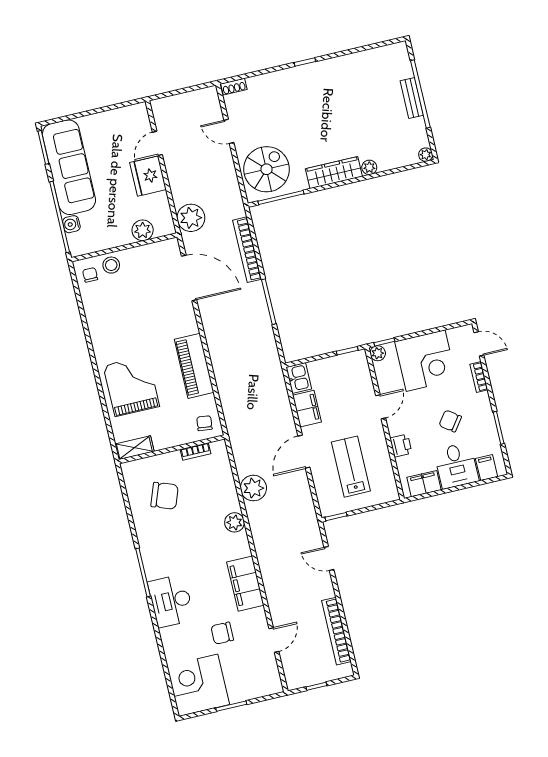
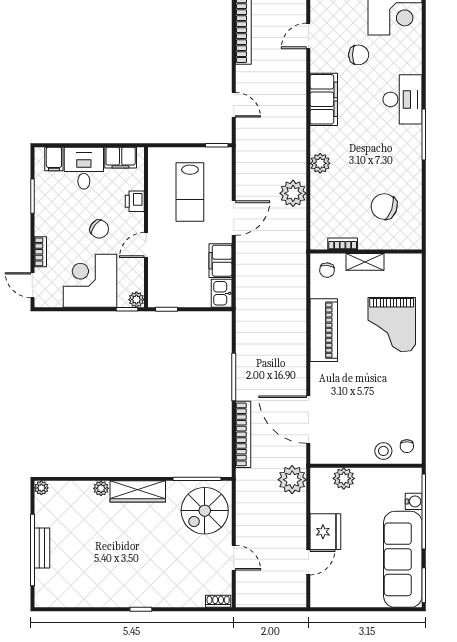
chair: (450, 421) -> (99, 229), moved
shelving: (134, 448) -> (365, 262), moved

